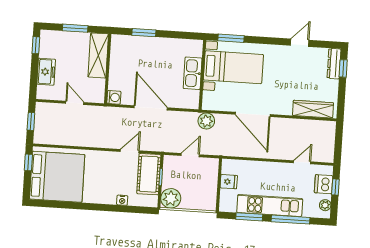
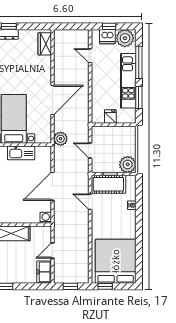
freezer: (46, 72) -> (44, 272), moved, turned -90
wardrobe: (313, 109) -> (45, 44), width x0.67
plant: (325, 205) -> (125, 38), width x1.88, depth x1.88

